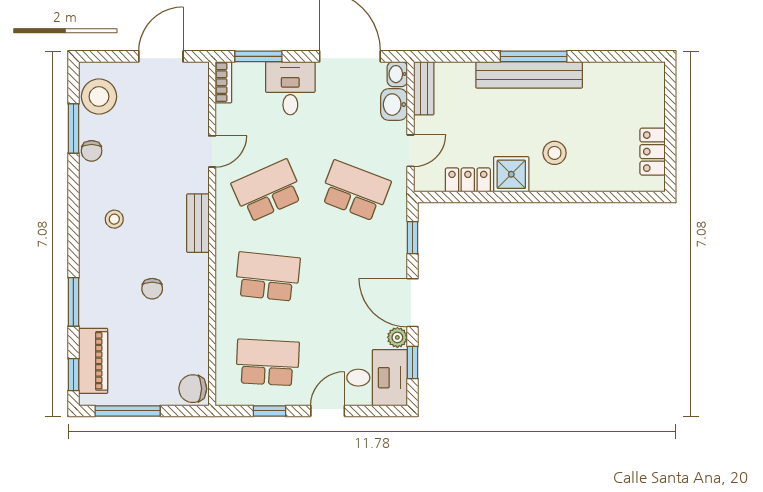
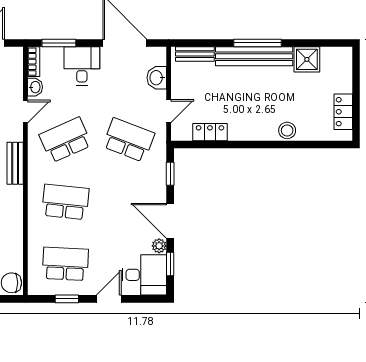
washbasin: (397, 74) -> (35, 87), moved, turned 180
bench: (424, 88) -> (195, 54), moved, turned 90
stool: (555, 153) -> (287, 130), moved
shower: (511, 174) -> (307, 59), moved

